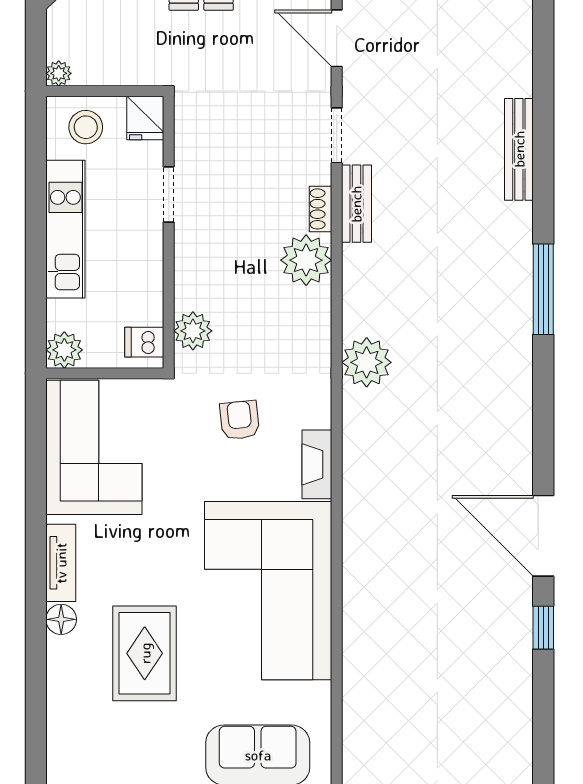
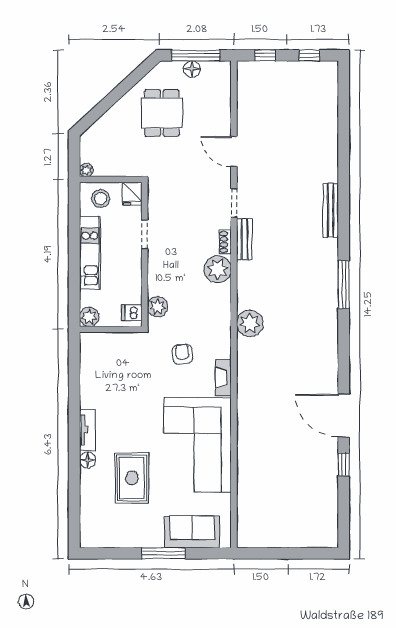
corner sofa: (94, 447) -> (105, 369), removed

